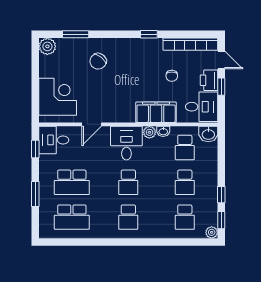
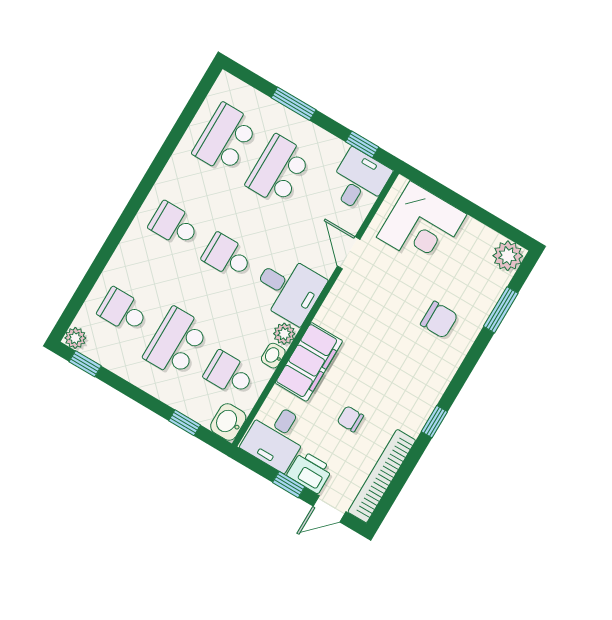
chair: (98, 61) -> (439, 320), turned 141
school desk: (185, 182) -> (176, 342), width x1.85
window: (221, 195) -> (185, 423), moved

